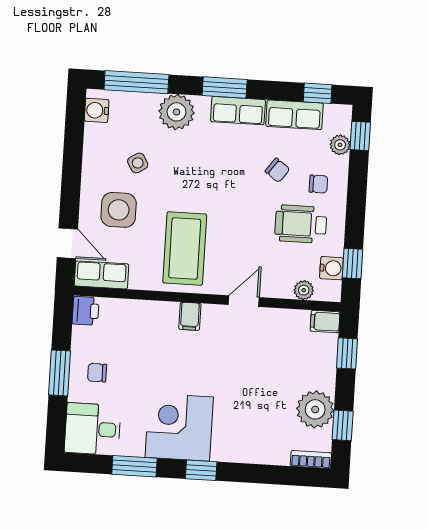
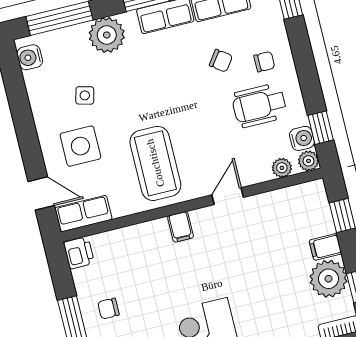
plant: (340, 145) -> (308, 161), moved
side table: (138, 163) -> (85, 95), turned 45
filing cabinet: (325, 322) -> (325, 247), moved

